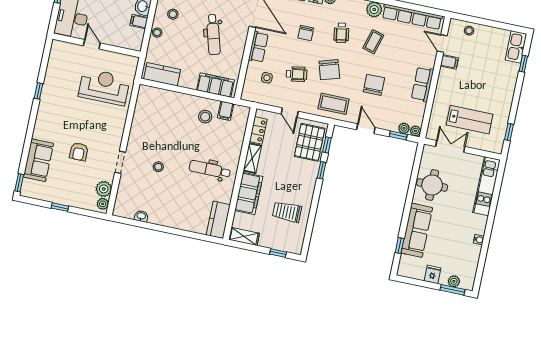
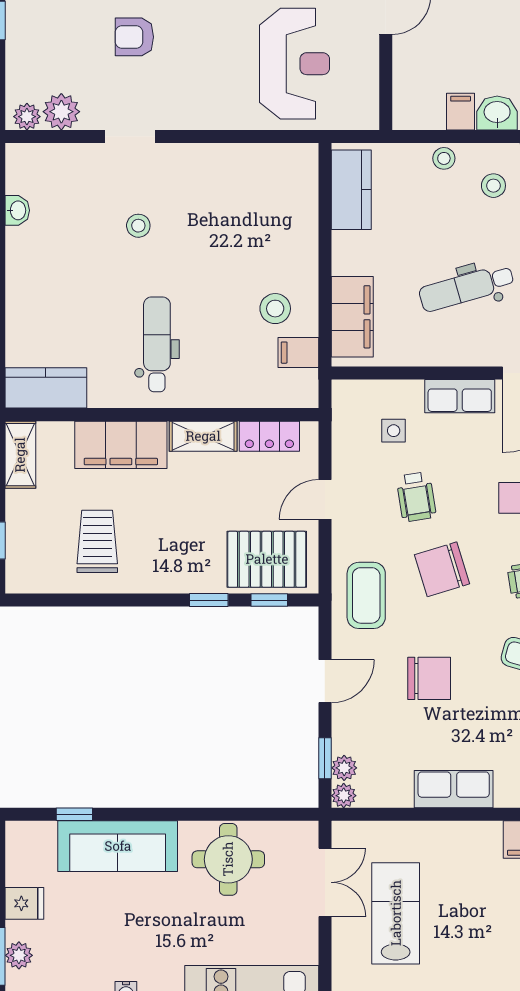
lab bench: (470, 120) -> (396, 913), turned 180

